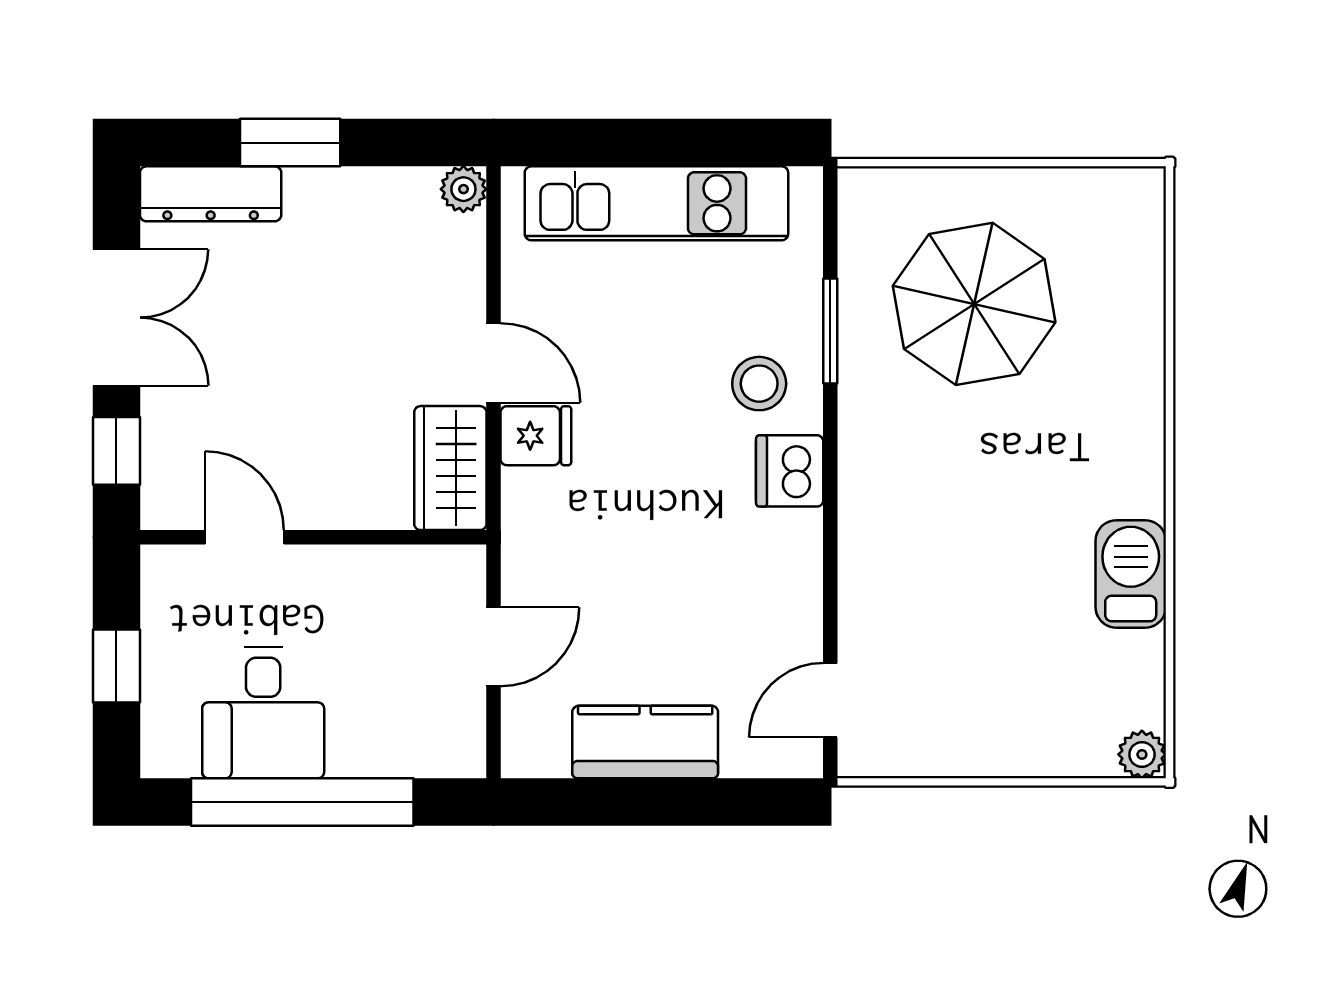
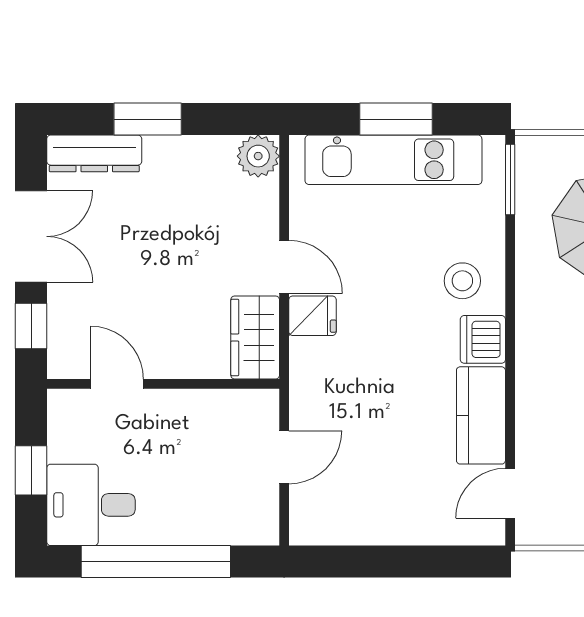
window: (660, 143) -> (396, 119), added
plant: (463, 189) -> (258, 156), width x1.38, depth x1.38
window: (830, 331) -> (510, 180), moved
desk: (263, 713) -> (91, 505), moved, turned 90
kitchen counter: (645, 742) -> (481, 415), moved, turned -90

